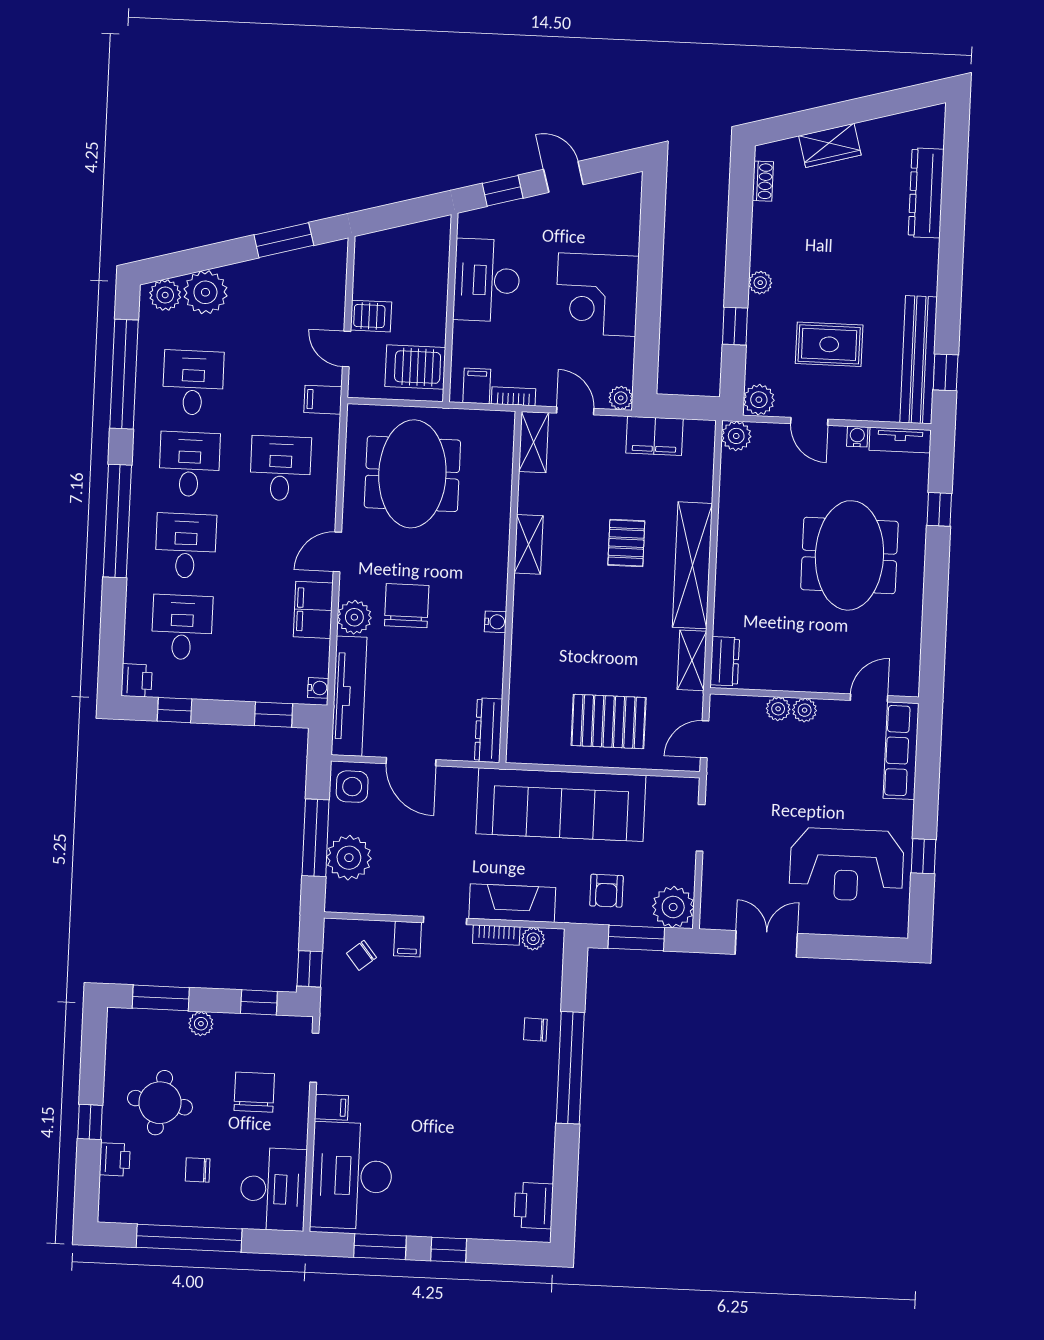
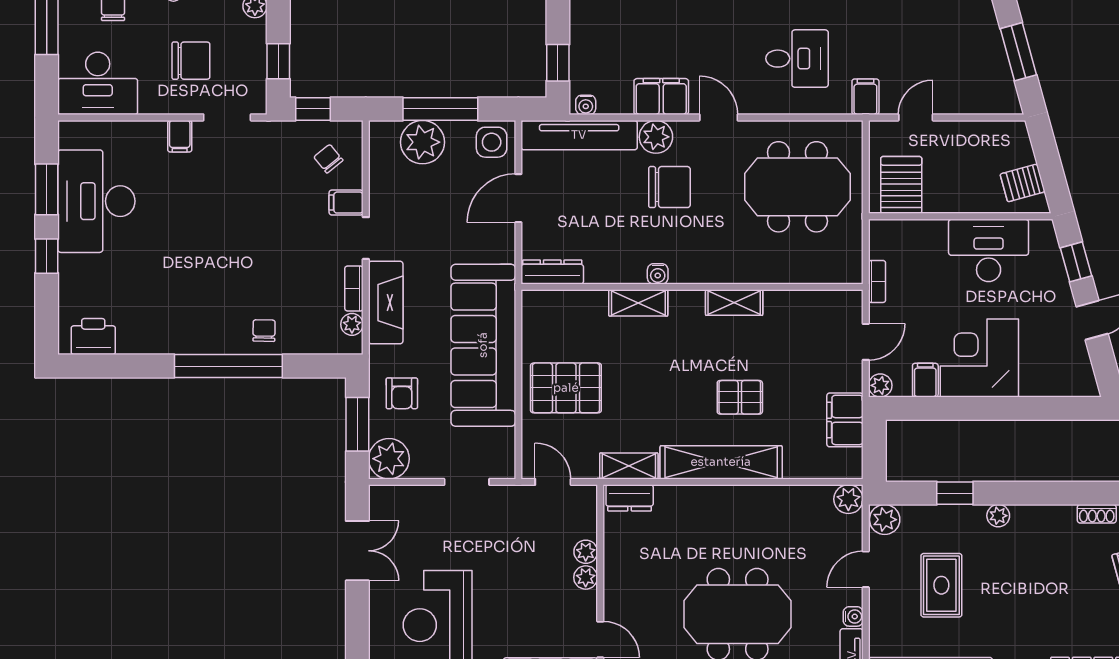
server rack: (371, 316) -> (1023, 183), moved, turned 75
filing cabinet: (477, 386) -> (925, 380), moved, turned -90
shelving: (534, 442) -> (638, 303), moved
pallet: (609, 721) -> (566, 388), turned 90
armchair: (606, 891) -> (402, 393), turned -90
desk: (352, 1176) -> (96, 201), moved, turned -90

